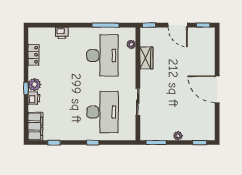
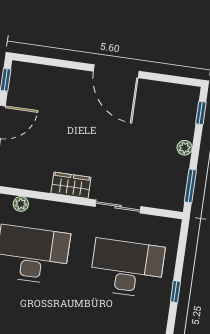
wardrobe: (146, 58) -> (71, 185), moved
door: (217, 89) -> (116, 71), hinge flipped

